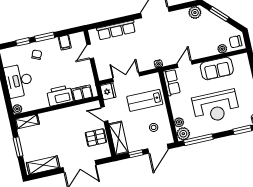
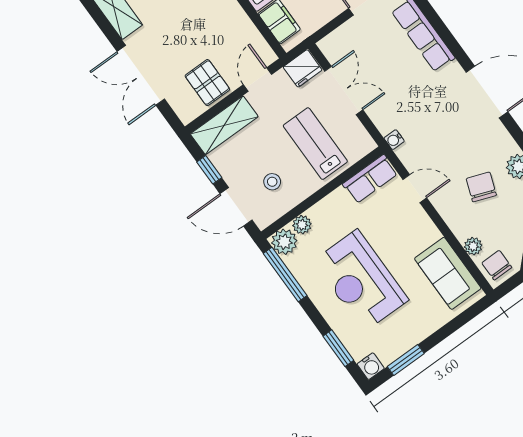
chair: (197, 33) -> (481, 187), added
sofa: (217, 68) -> (448, 273), moved

